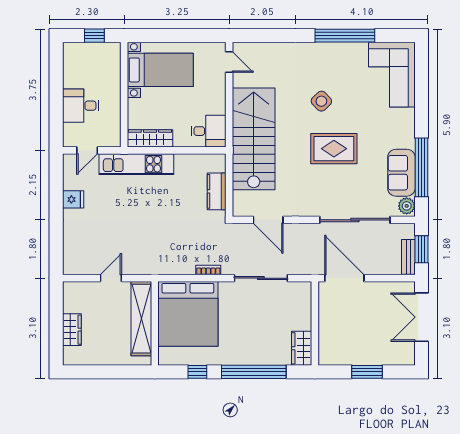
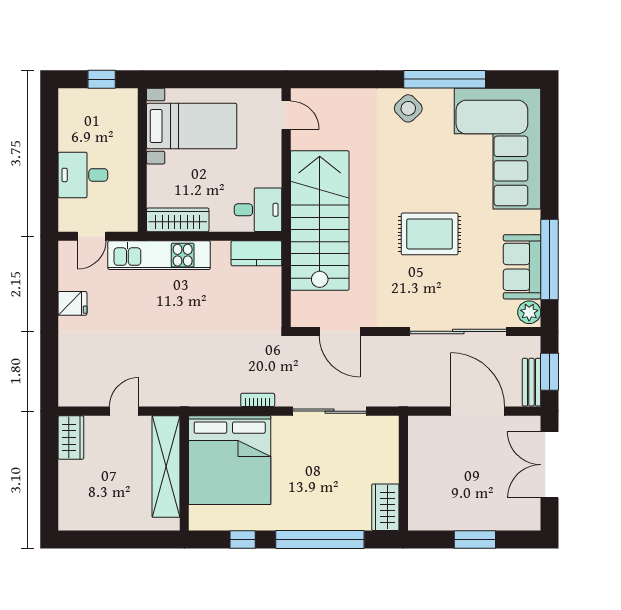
corner sofa: (392, 75) -> (498, 149), width x1.36, depth x1.36
side table: (321, 101) -> (408, 108), moved
kitchen counter: (217, 191) -> (256, 253), moved, turned -90
door: (344, 278) -> (478, 411), moved
wardrobe: (72, 330) -> (71, 437), moved

